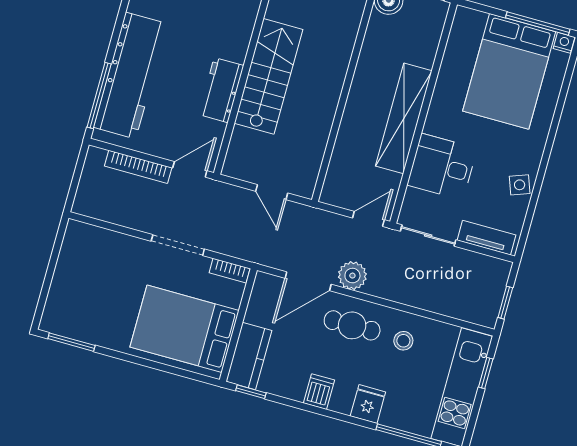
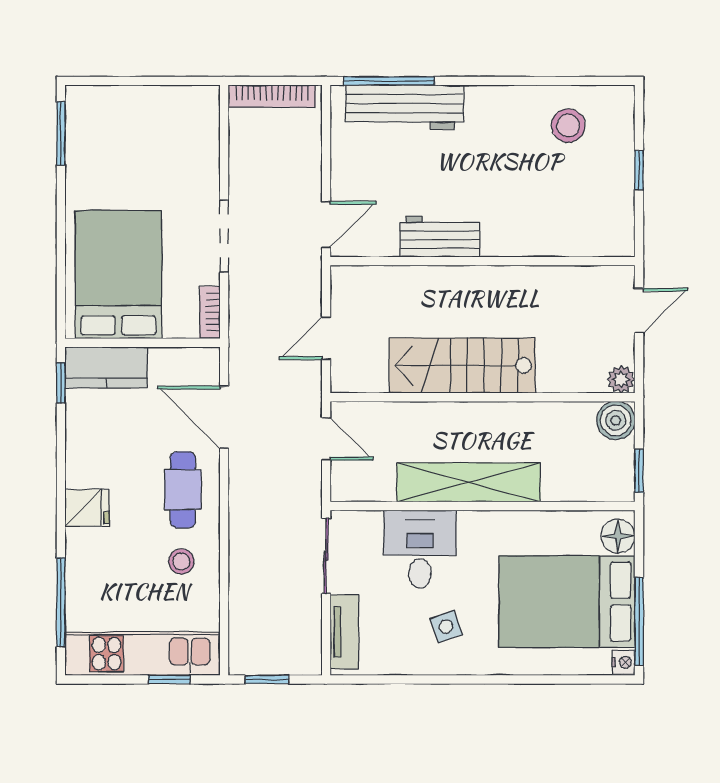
floor lamp: (472, 22) -> (618, 536), added
workbench: (131, 75) -> (405, 107), width x0.73, depth x0.76
stairs: (269, 76) -> (462, 366), moved, turned 180
bookcase: (138, 167) -> (272, 96), moved, turned -90
door: (190, 169) -> (326, 224), hinge flipped
side table: (520, 185) -> (446, 627), moved
door: (368, 219) -> (326, 439), moved
plant: (352, 276) -> (247, 472), removed
dishwasher: (319, 392) -> (86, 471), removed
fridge: (368, 404) -> (87, 508), moved

